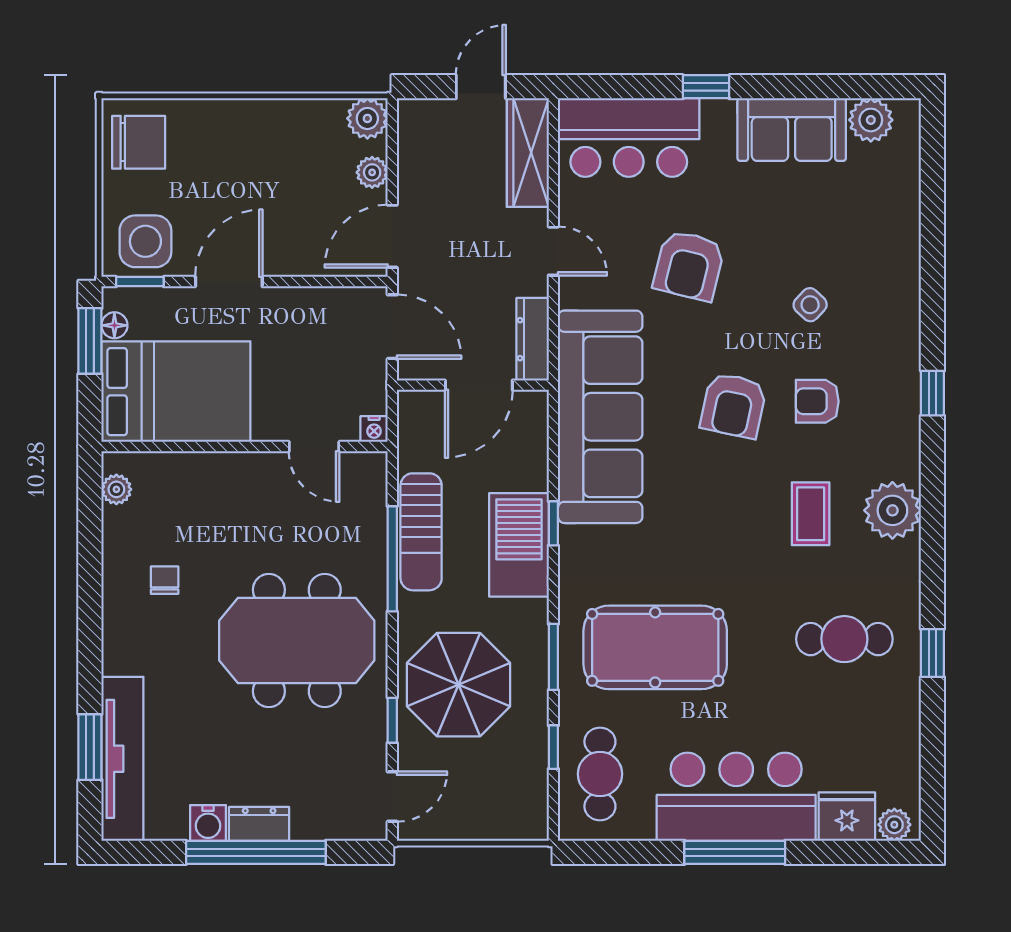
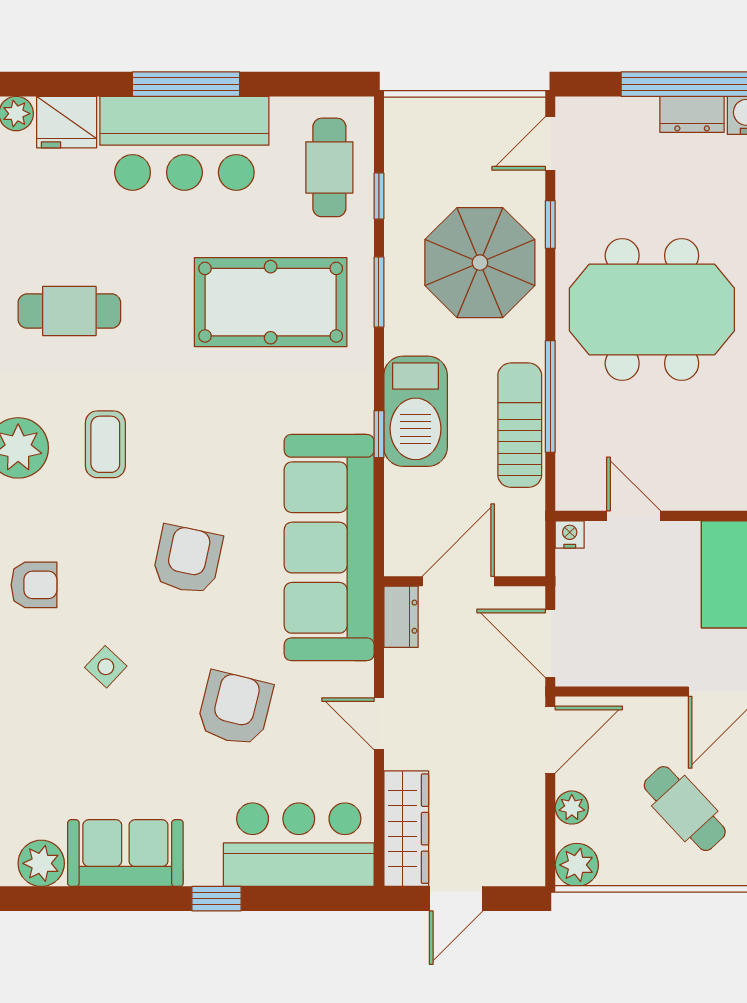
cafe table: (266, 171) -> (685, 809), added
dresser: (533, 339) -> (401, 617), width x0.70
armchair: (817, 401) -> (34, 585), moved

